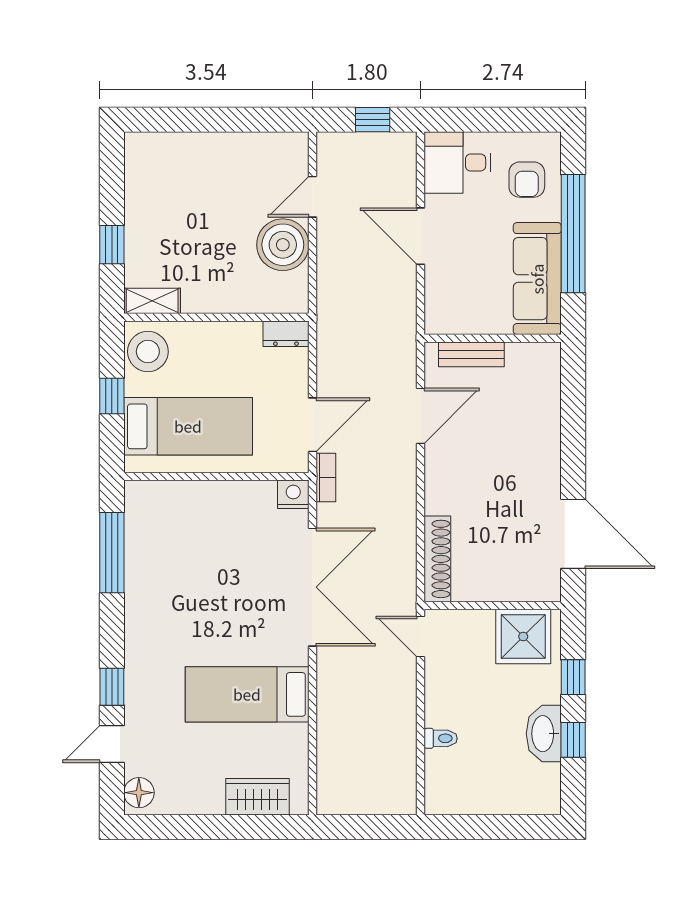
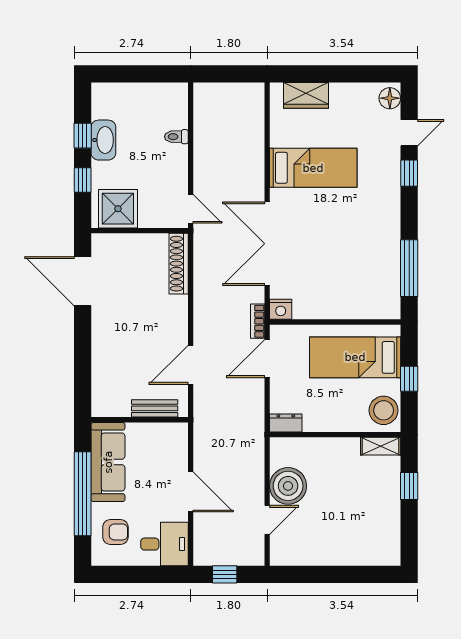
armchair: (527, 180) -> (115, 532), turned 90

